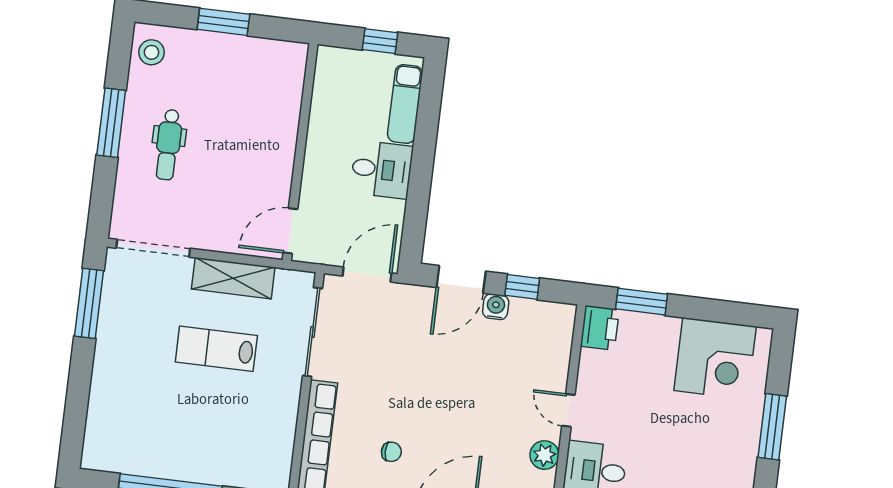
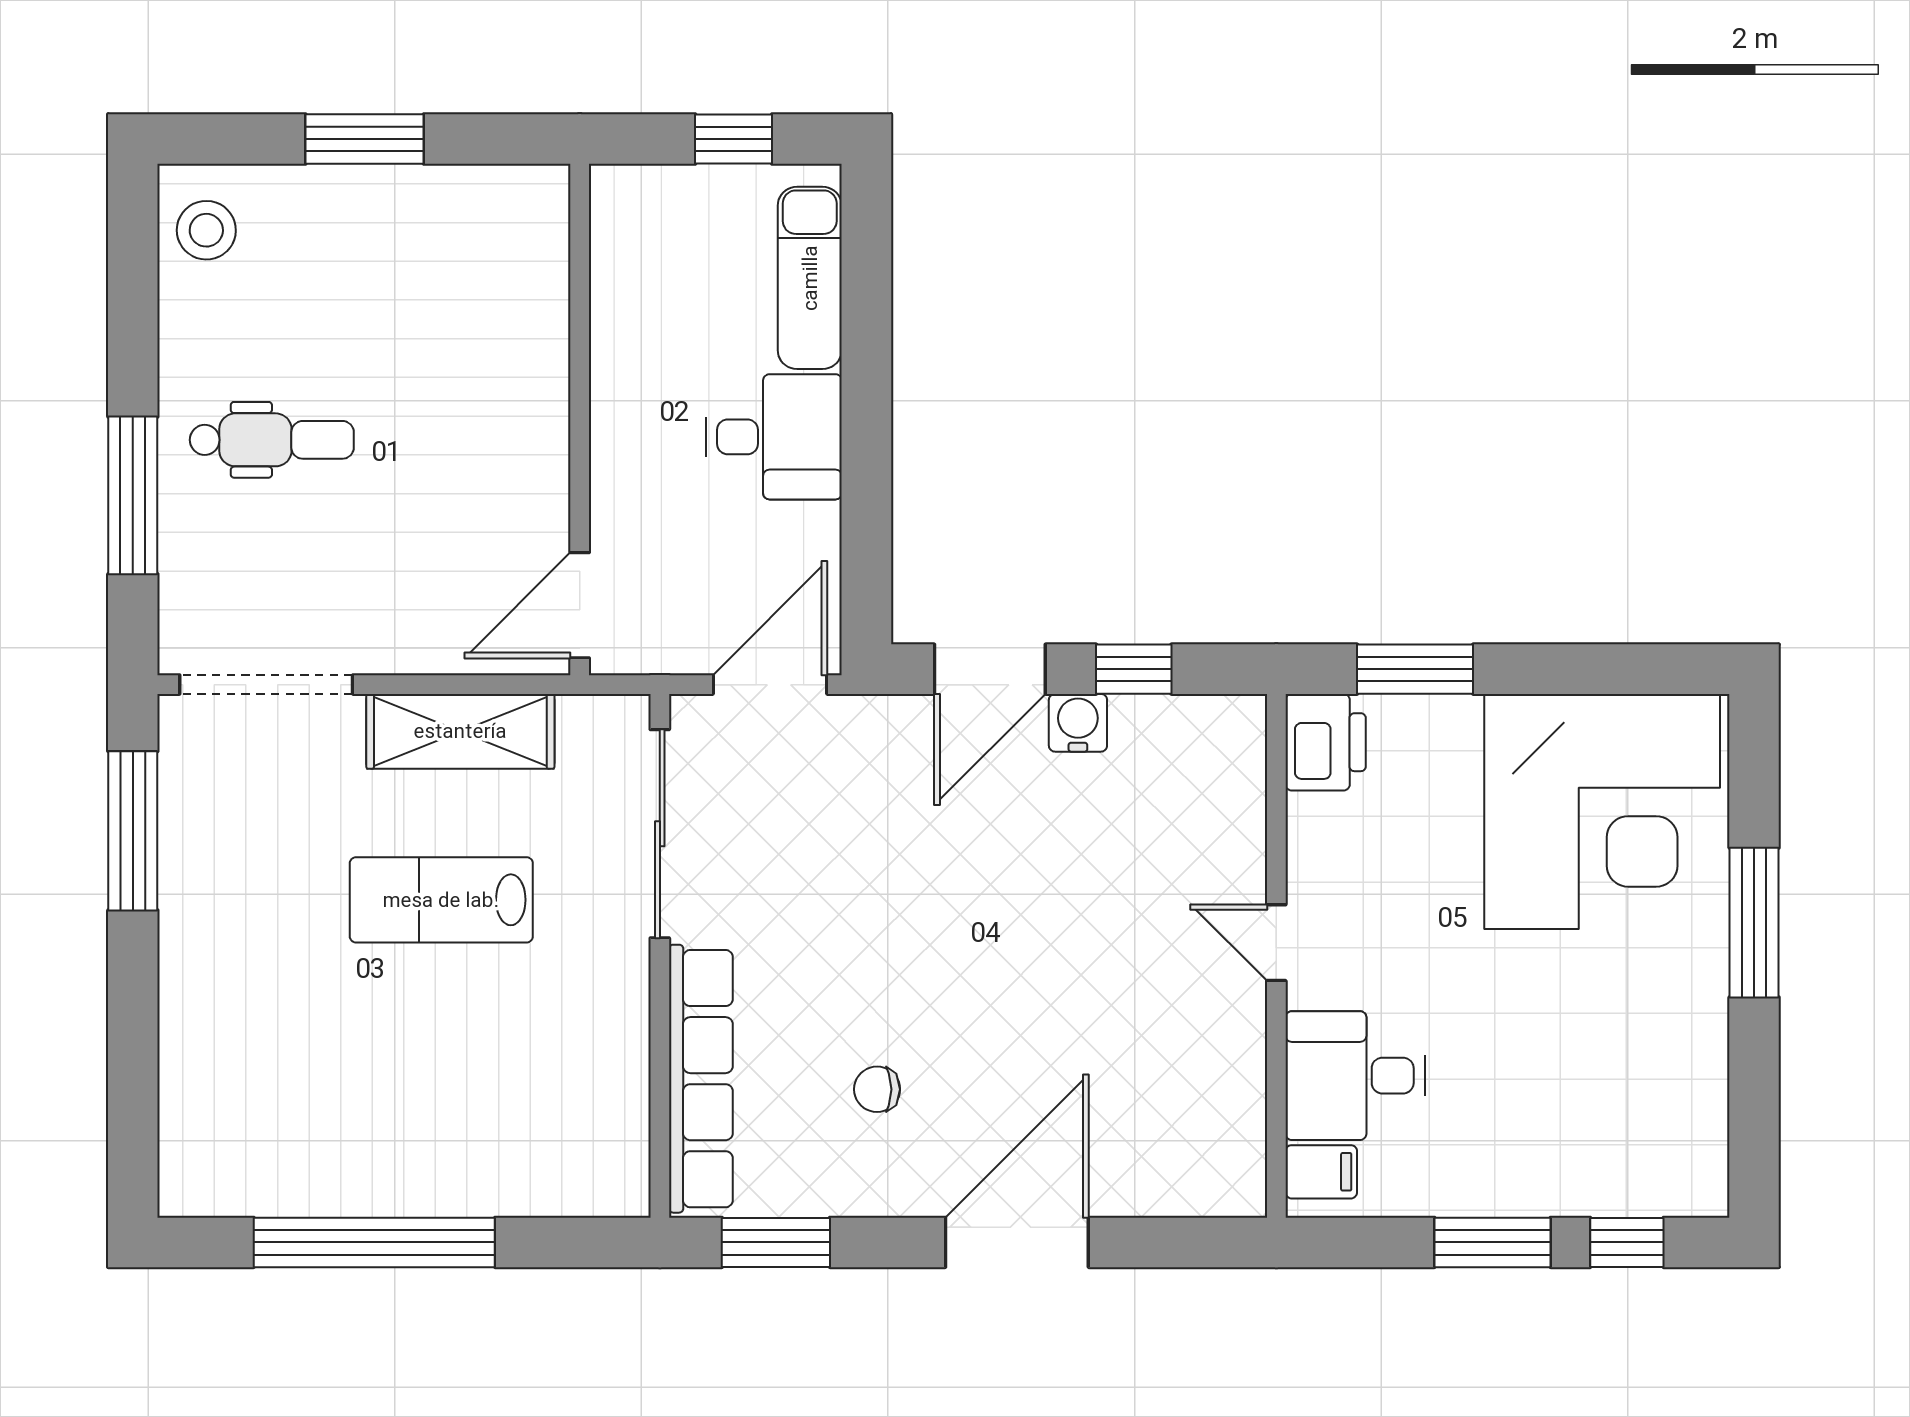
window: (111, 123) -> (133, 495), moved
dental chair: (168, 145) -> (272, 440), turned -90
corner desk: (715, 358) -> (1602, 811), width x1.36, depth x1.36
chair: (391, 452) -> (877, 1089), turned 180
plant: (544, 455) -> (1233, 1053), removed

